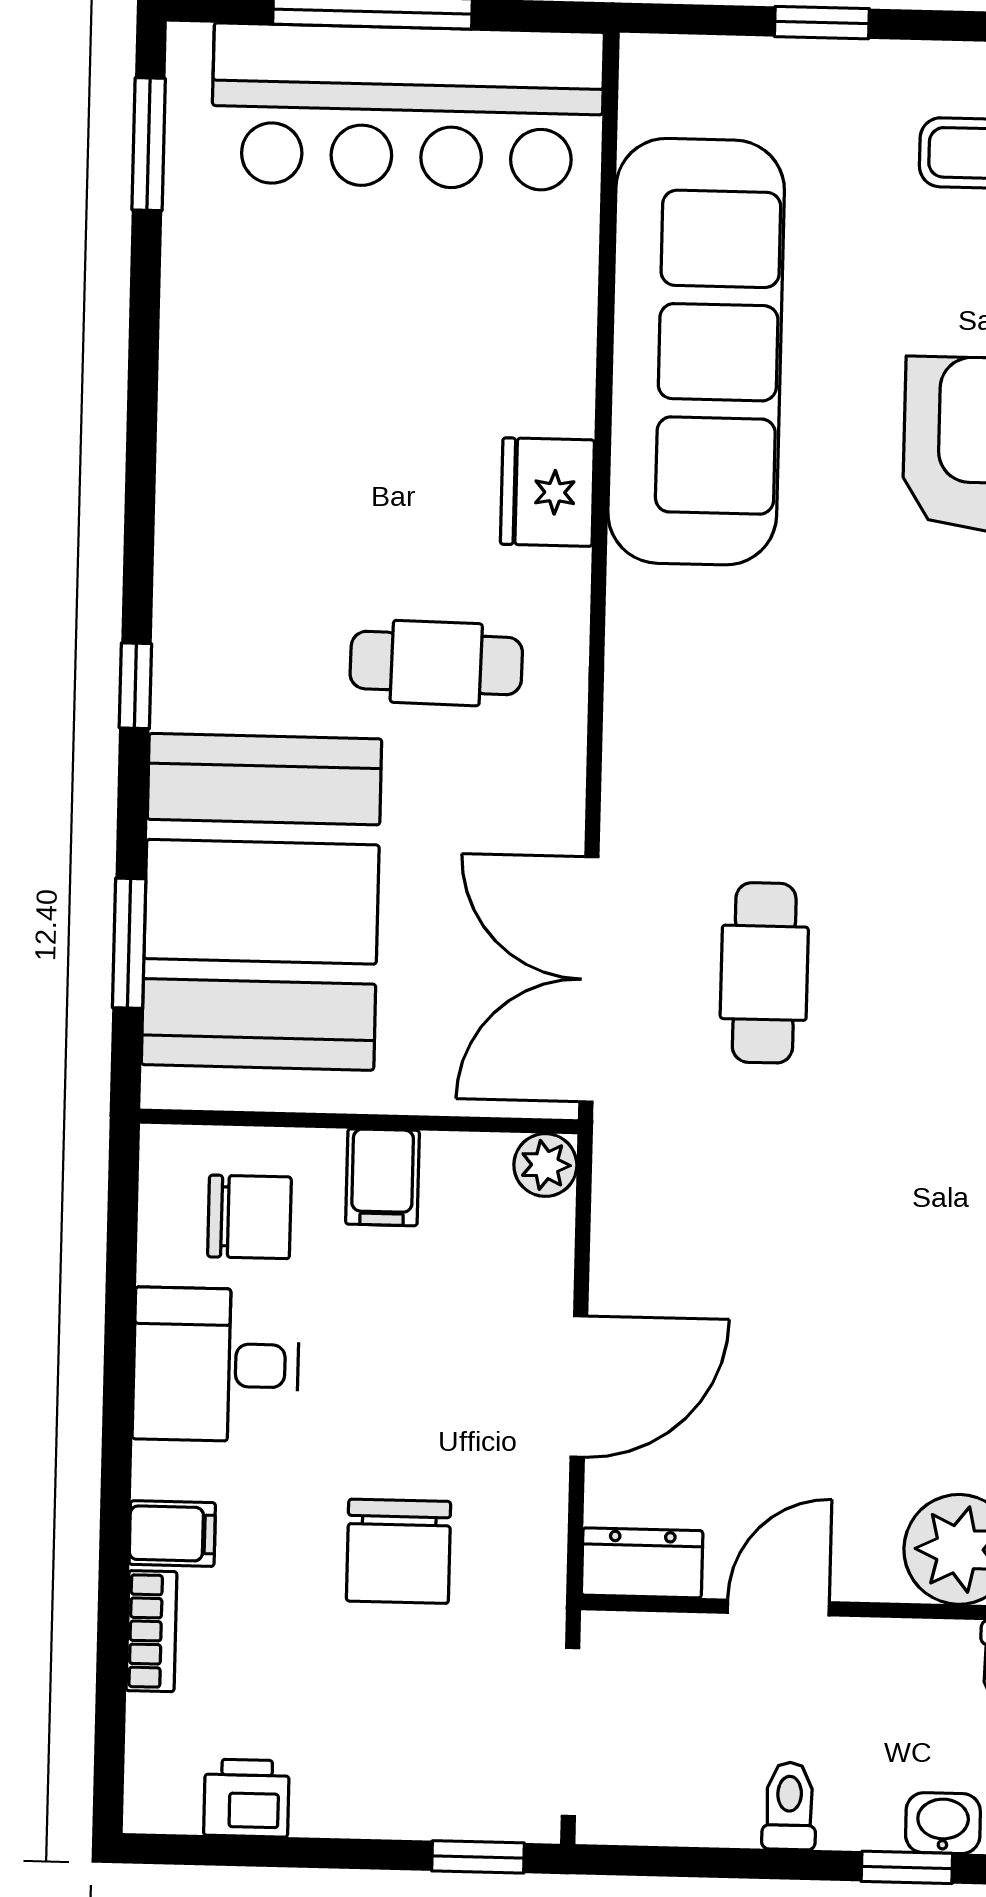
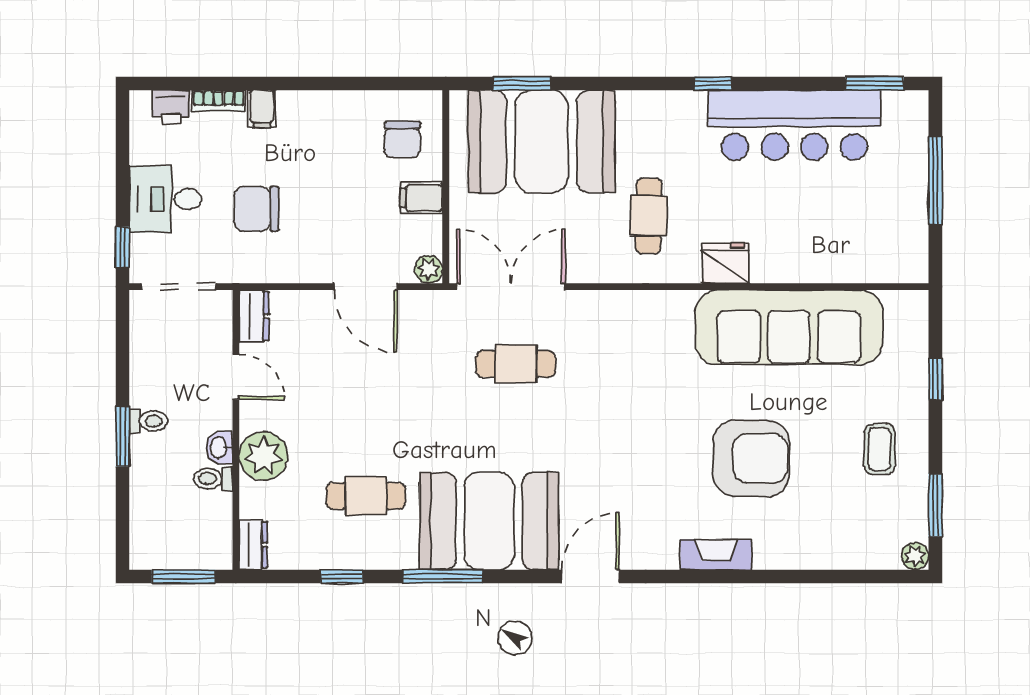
bar counter: (407, 107) -> (794, 125), moved, turned -90
window: (135, 686) -> (713, 83), moved
desk: (216, 1365) -> (165, 199), moved, turned -90
door: (579, 1386) -> (366, 287), moved
printer: (246, 1798) -> (171, 107), moved, turned 90
toilet: (789, 1806) -> (148, 421), moved
washbasin: (943, 1823) -> (219, 448), moved, turned 180
window: (907, 1867) -> (123, 436), width x1.50

